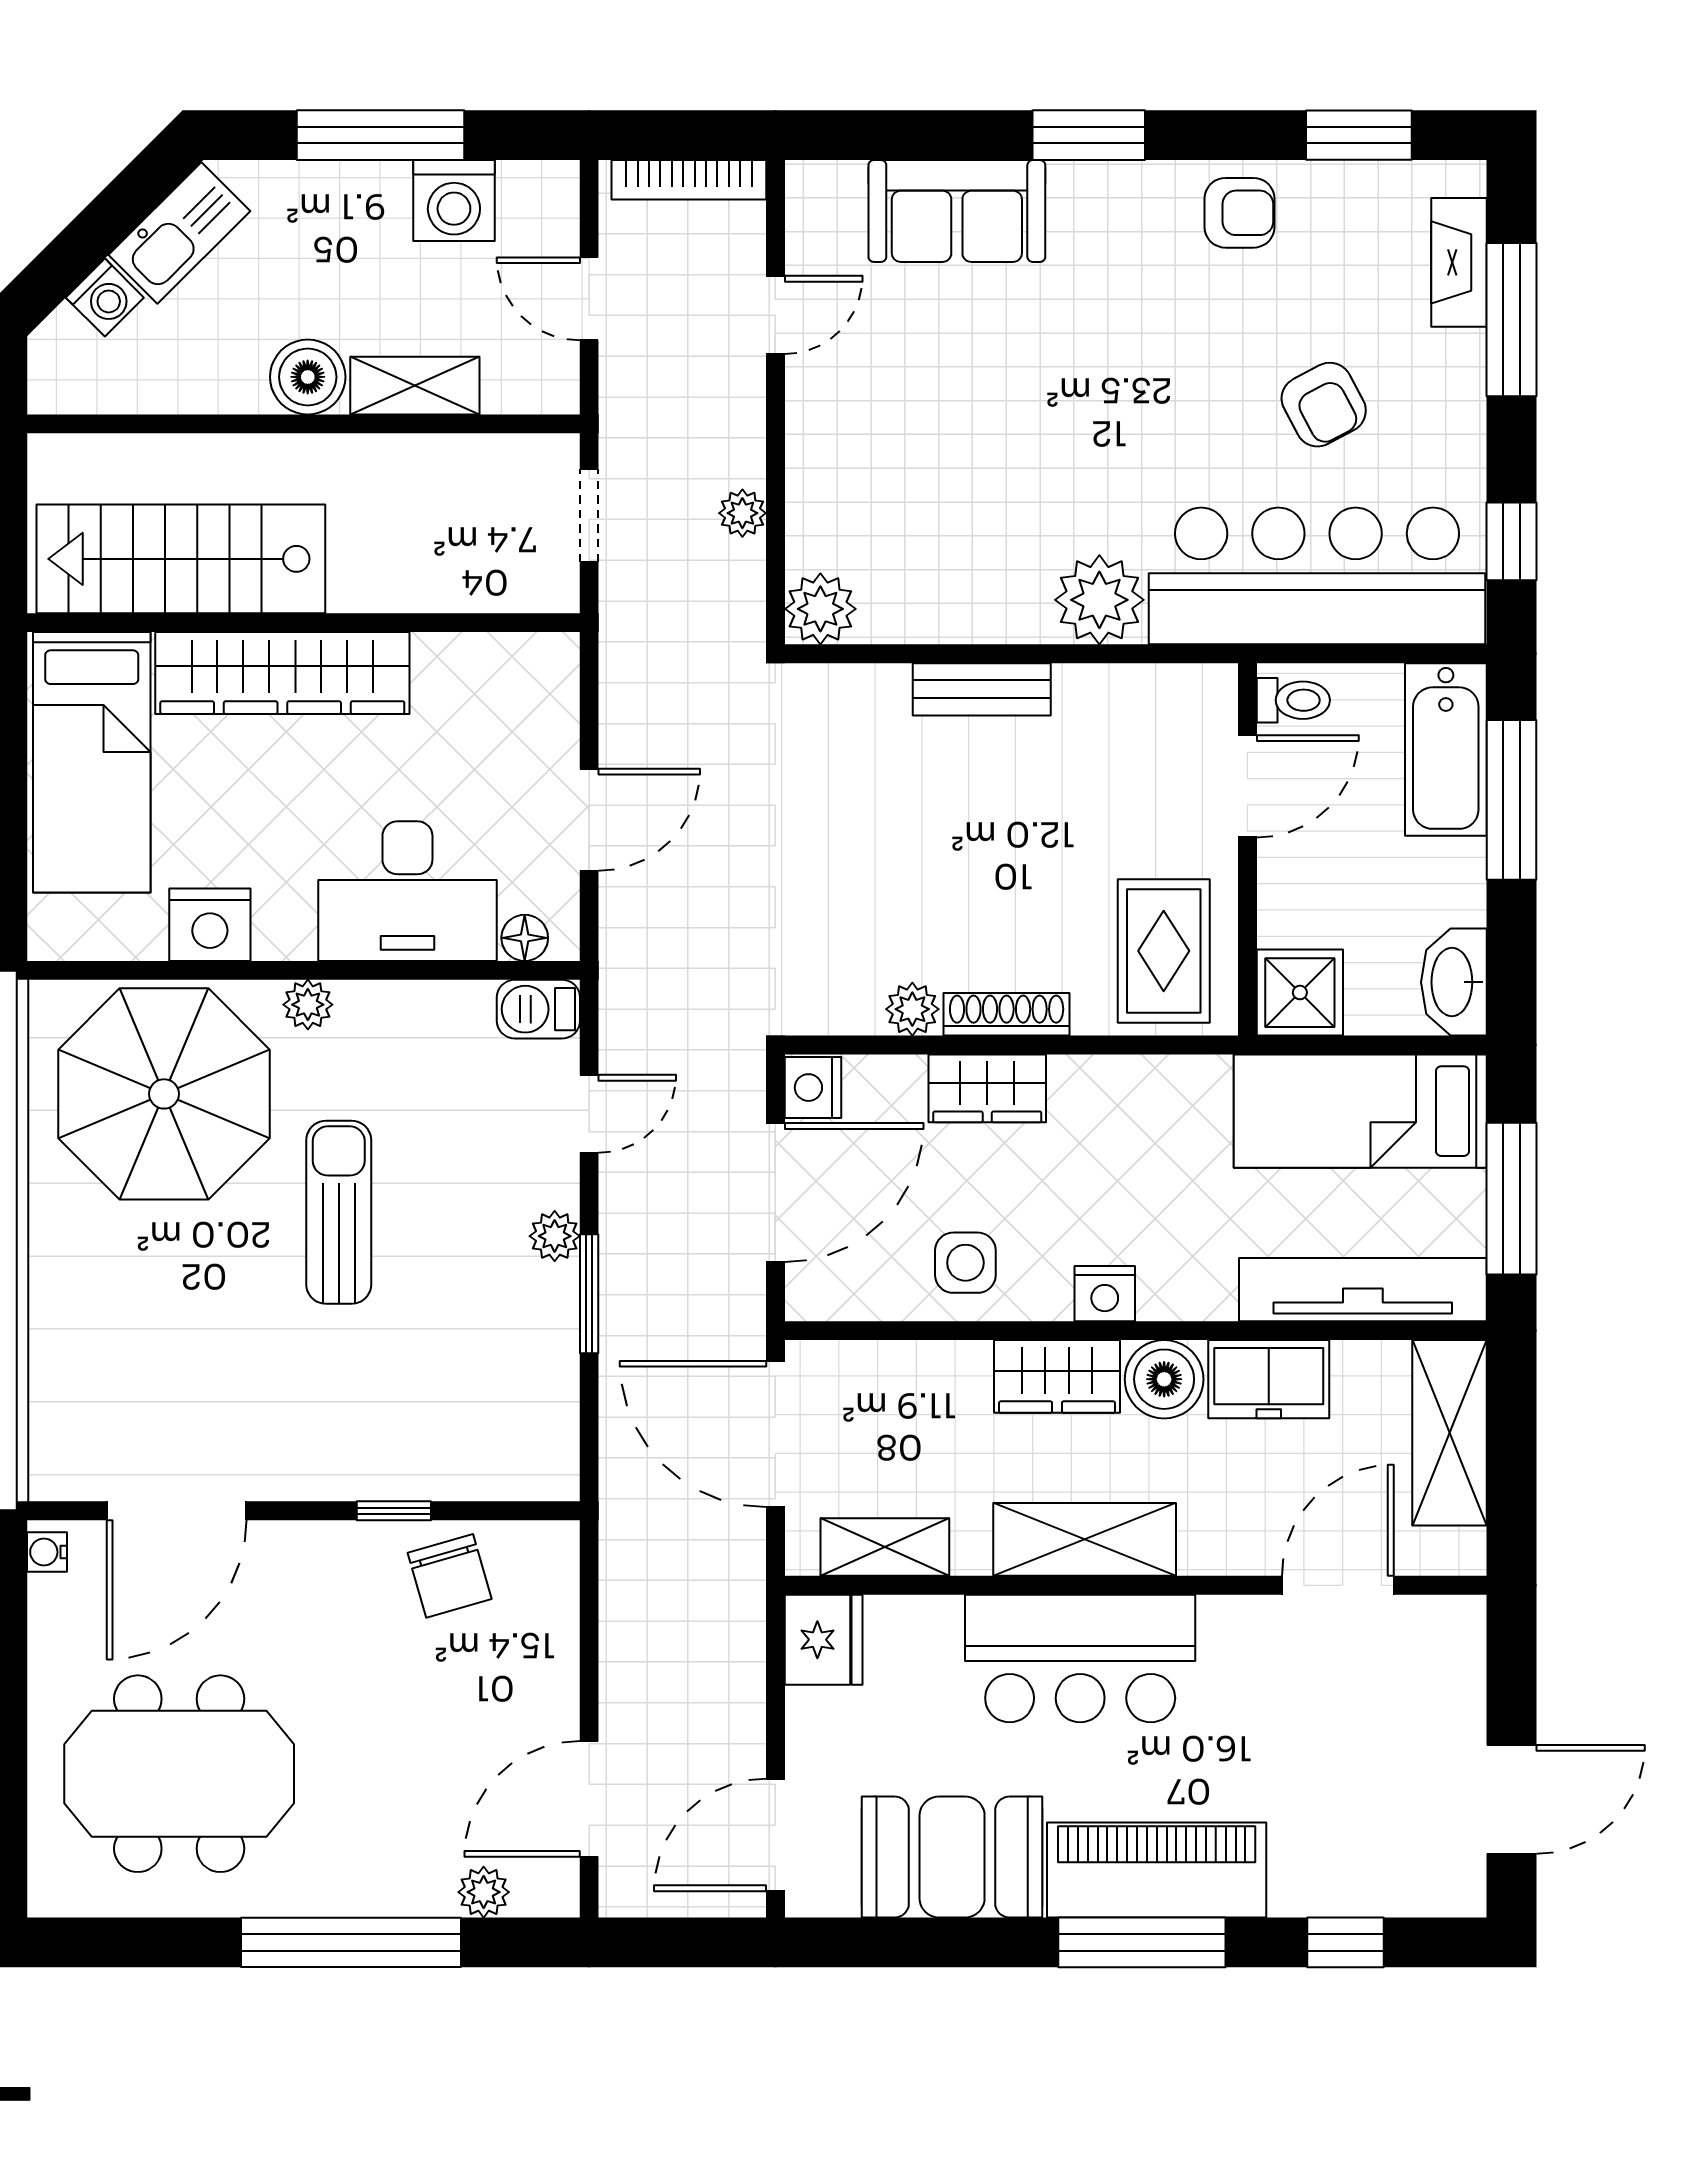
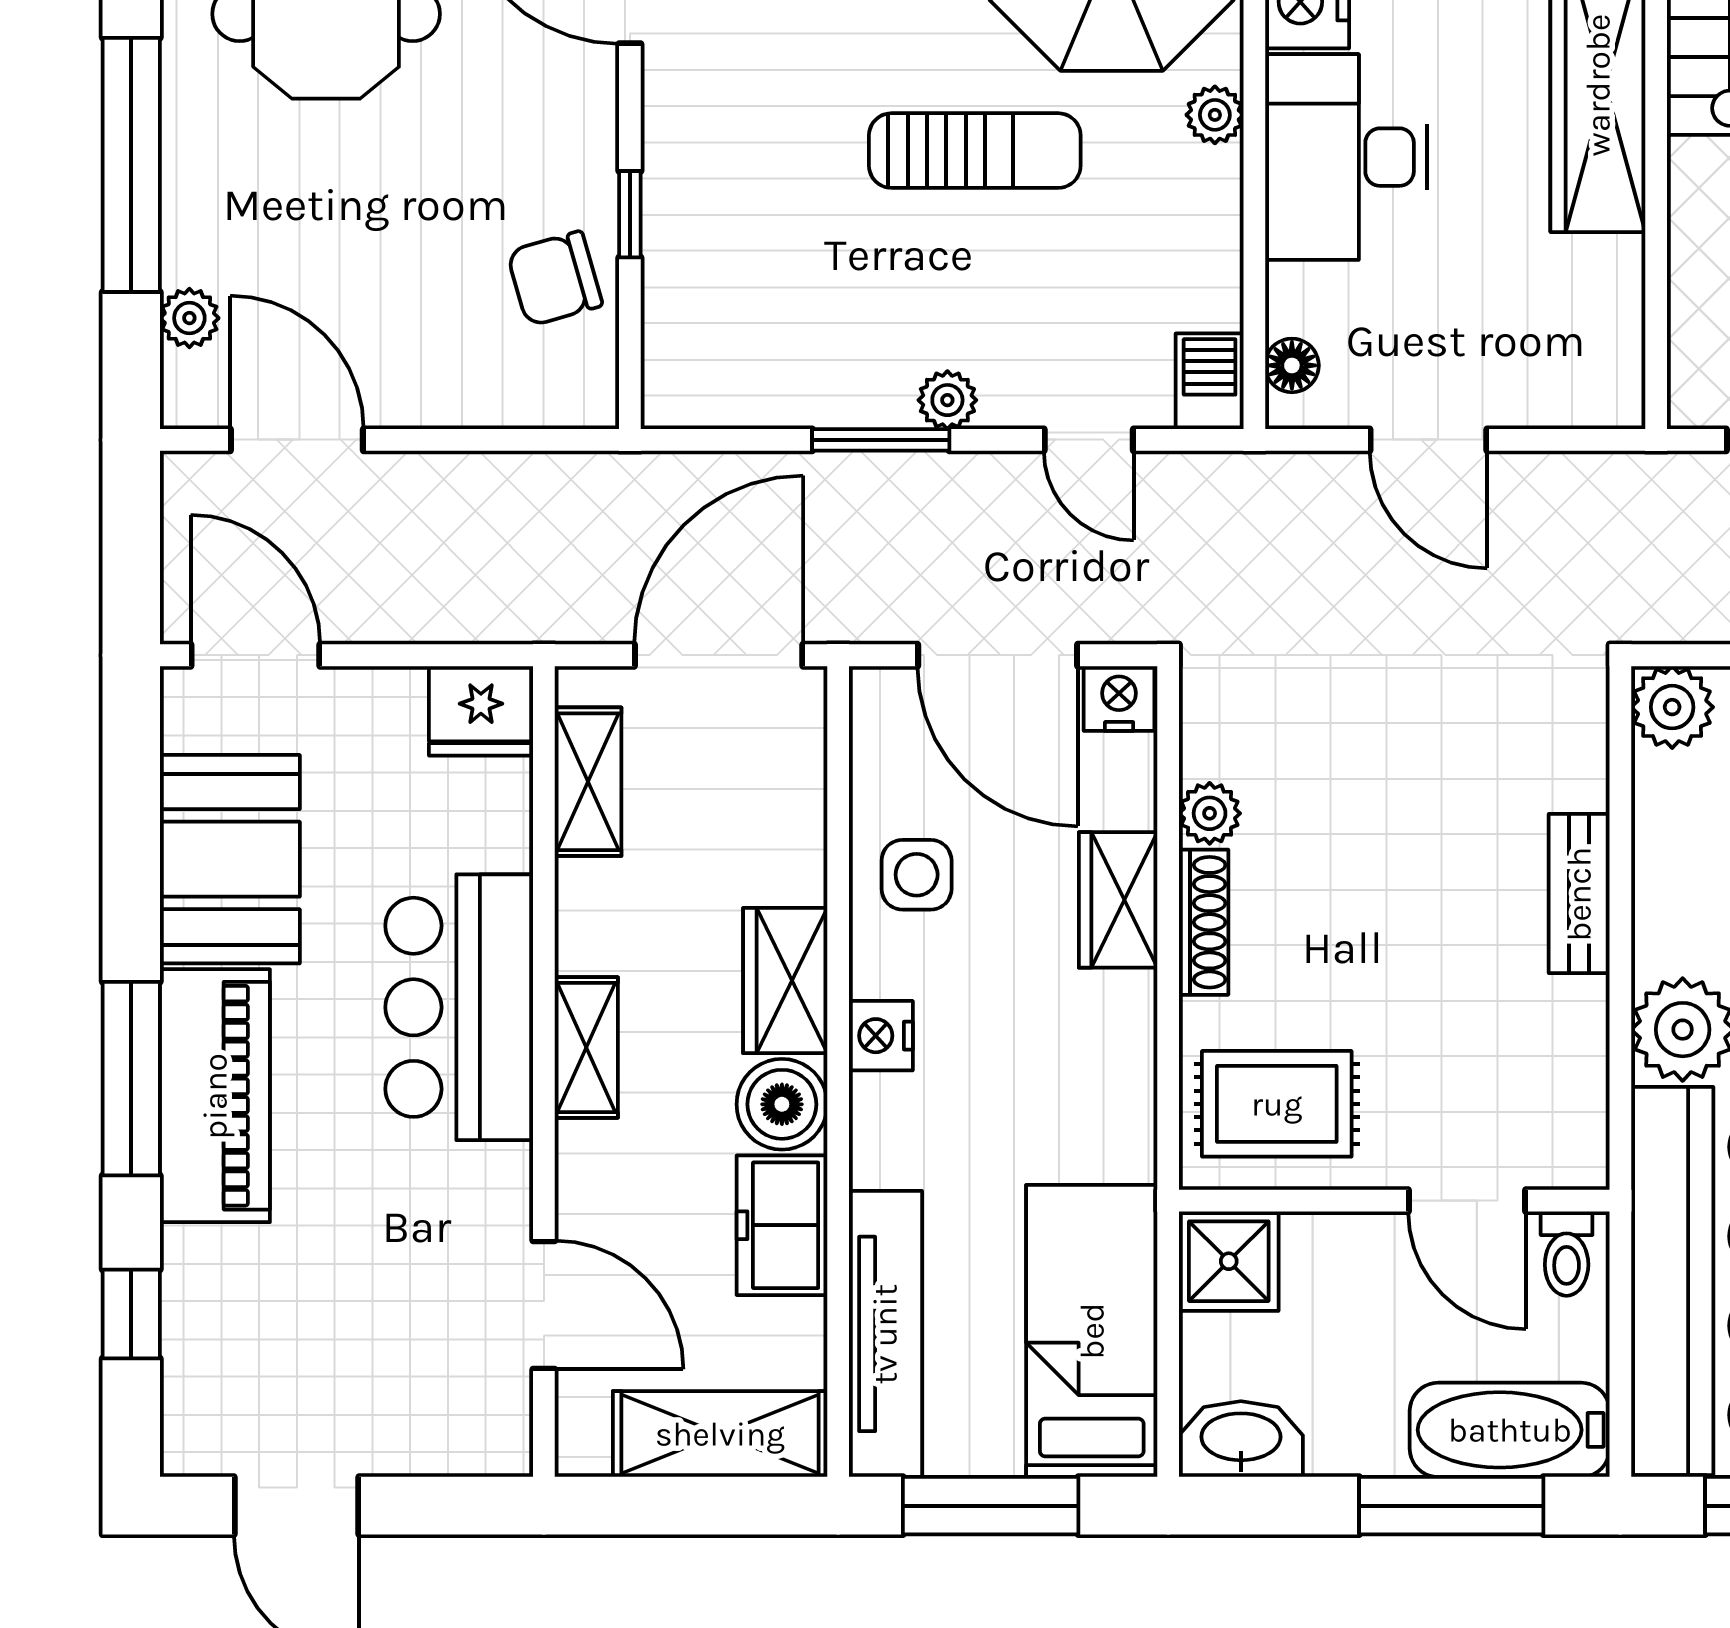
desk: (407, 891) -> (1346, 157), moved
shelving: (1085, 1539) -> (586, 1048), width x0.67, depth x0.75

